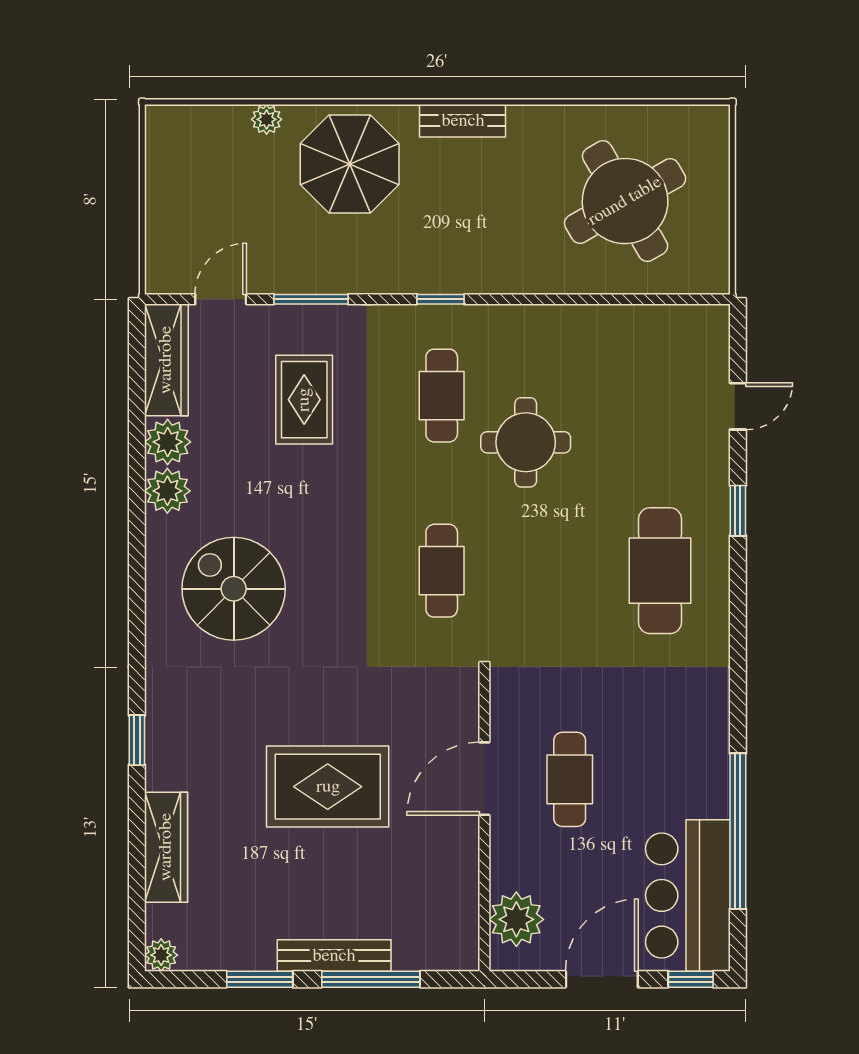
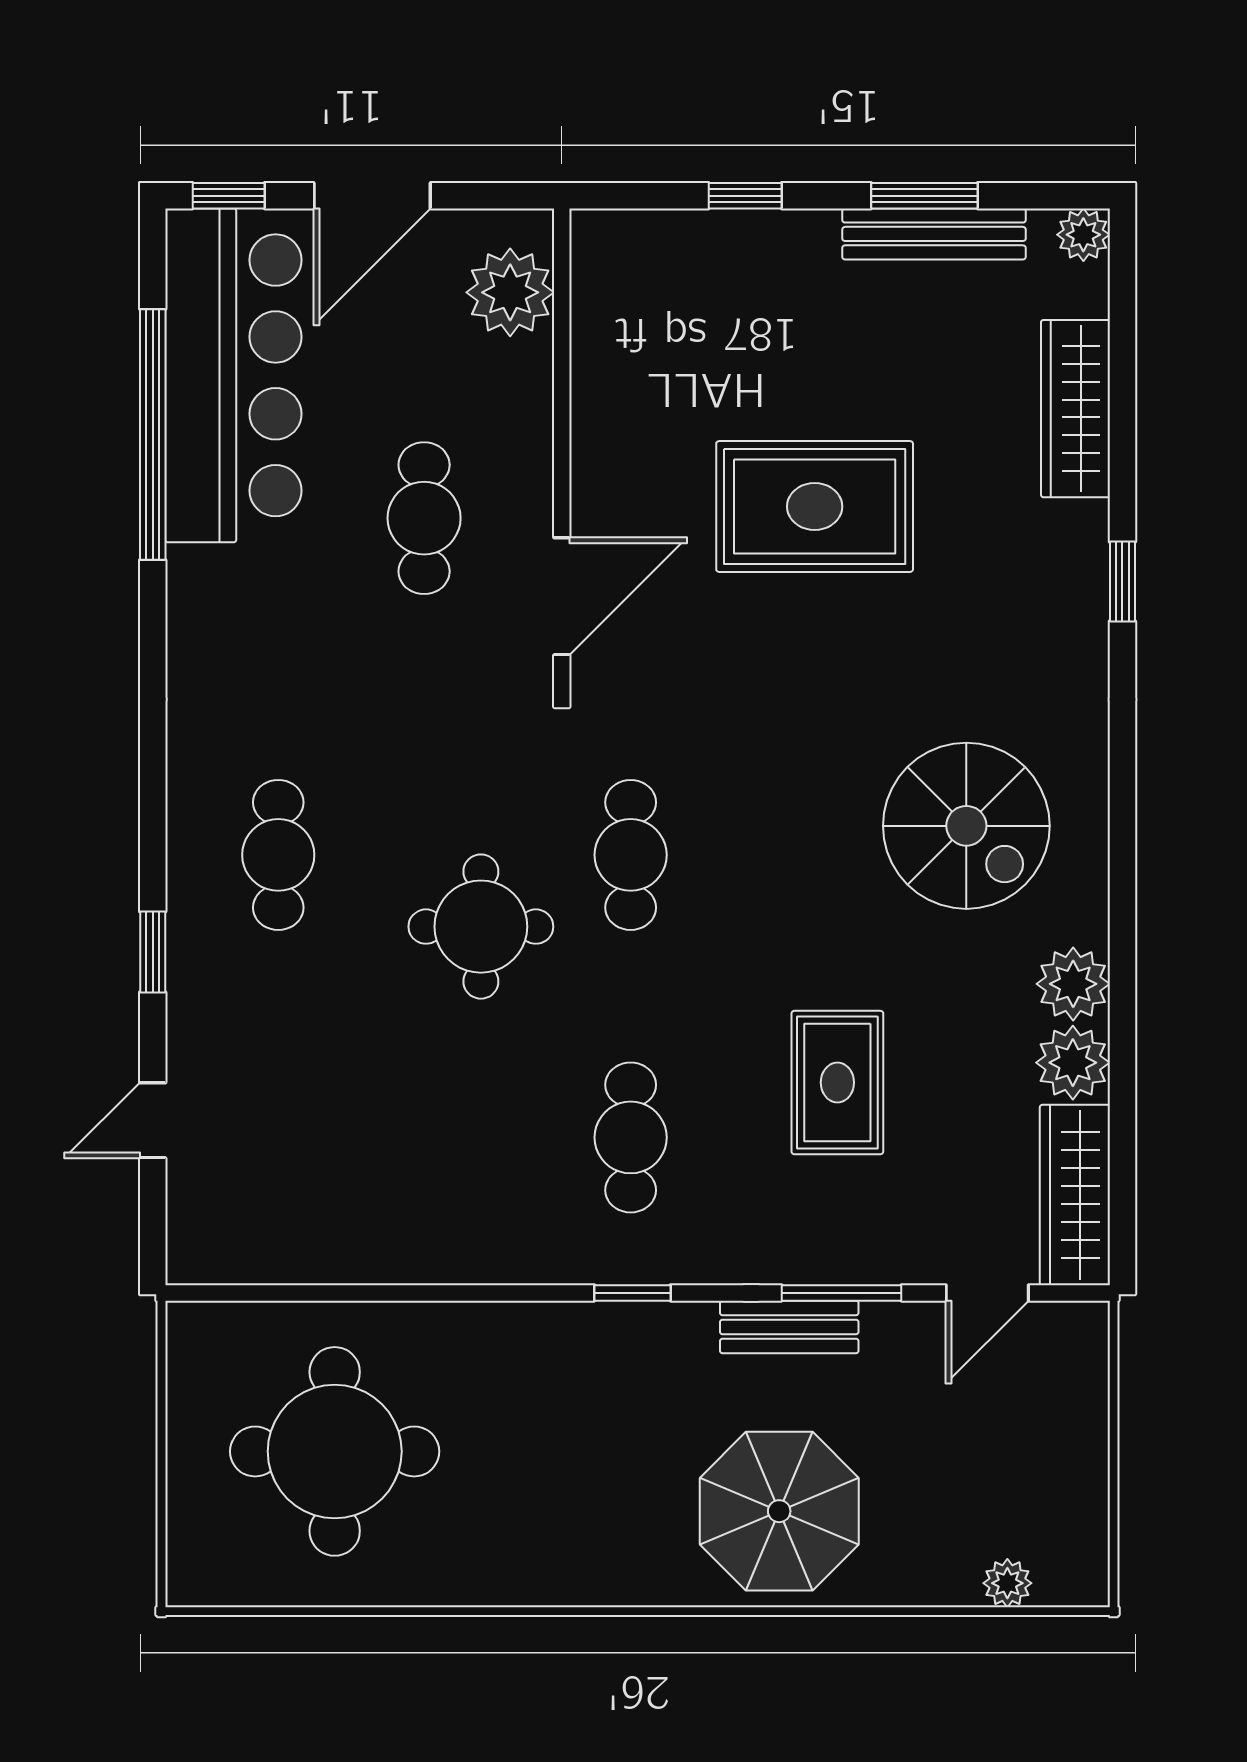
plant: (267, 119) -> (1007, 1583), moved
bench: (463, 121) -> (789, 1327), moved
round table: (625, 201) -> (335, 1451), turned 30
rug: (304, 400) -> (837, 1083), moved
round table: (526, 442) -> (481, 927), moved
cafe table: (660, 571) -> (278, 855), width x0.73, depth x0.74
door: (484, 779) -> (562, 596), moved
bar counter: (688, 895) -> (233, 375), width x1.36
bench: (334, 956) -> (934, 234), moved
window: (371, 979) -> (745, 196), width x0.46

